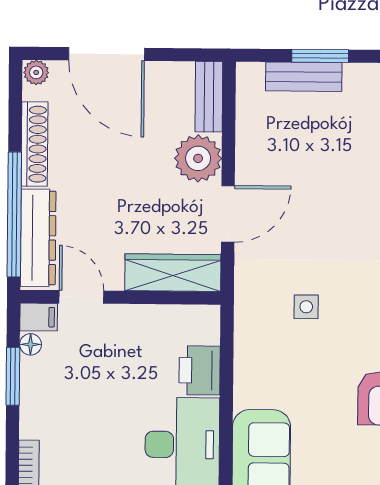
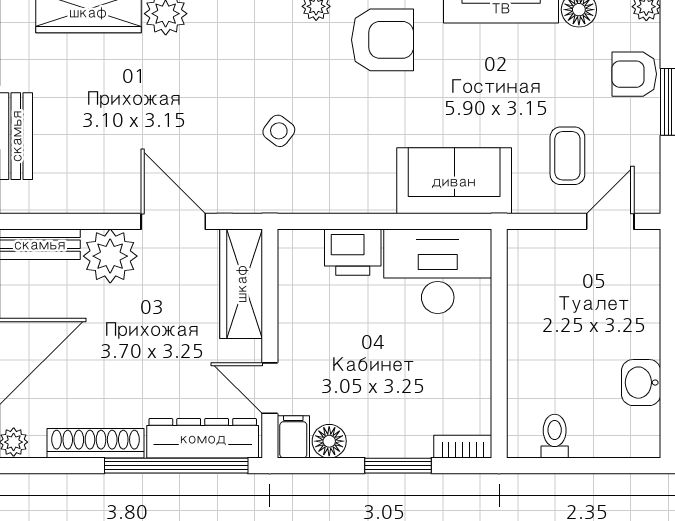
door: (81, 297) -> (270, 388), hinge flipped
side table: (306, 307) -> (279, 131), turned 38
floor lamp: (31, 344) -> (329, 441), width x1.37, depth x1.37
window: (13, 376) -> (398, 466), moved

